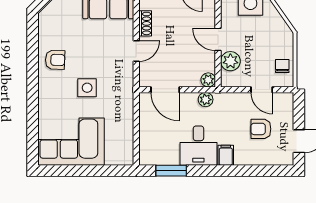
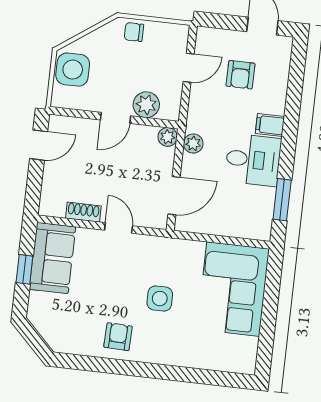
chair: (282, 66) -> (134, 32), moved
corner sofa: (71, 142) -> (233, 289), moved

